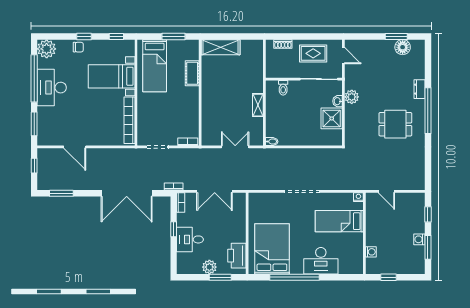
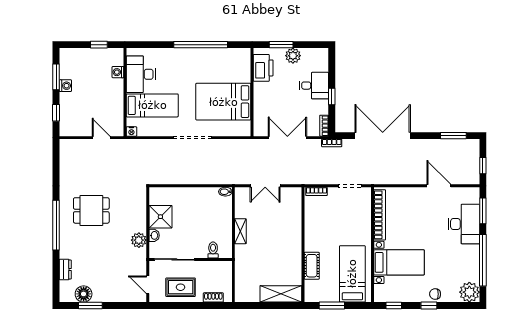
desk: (52, 88) -> (464, 224), moved
dresser: (419, 89) -> (65, 269), moved
bed: (272, 249) -> (223, 102), moved, turned 90
desk: (321, 261) -> (141, 74), moved, turned -90

